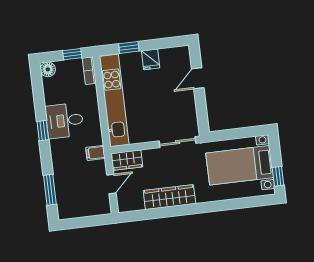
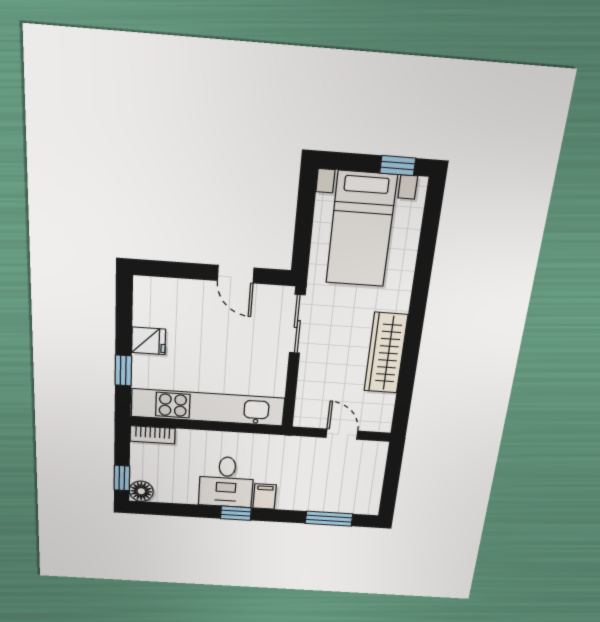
window: (72, 54) -> (122, 478), moved
door: (198, 78) -> (236, 274), moved
filing cabinet: (95, 153) -> (265, 496), moved, turned 180
wardrobe: (127, 160) -> (309, 406), removed

